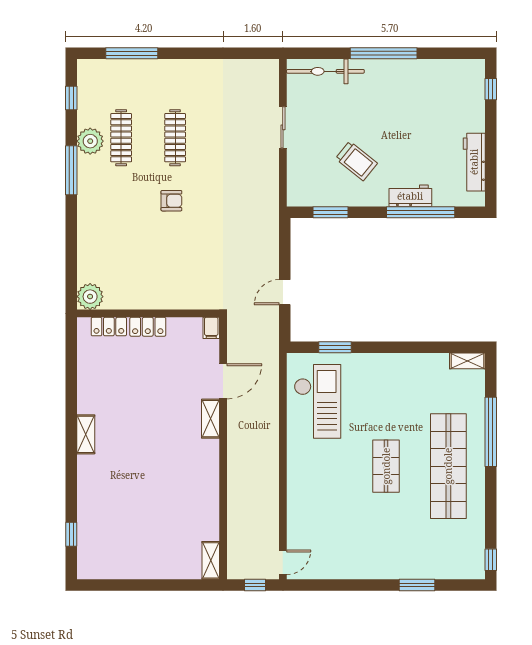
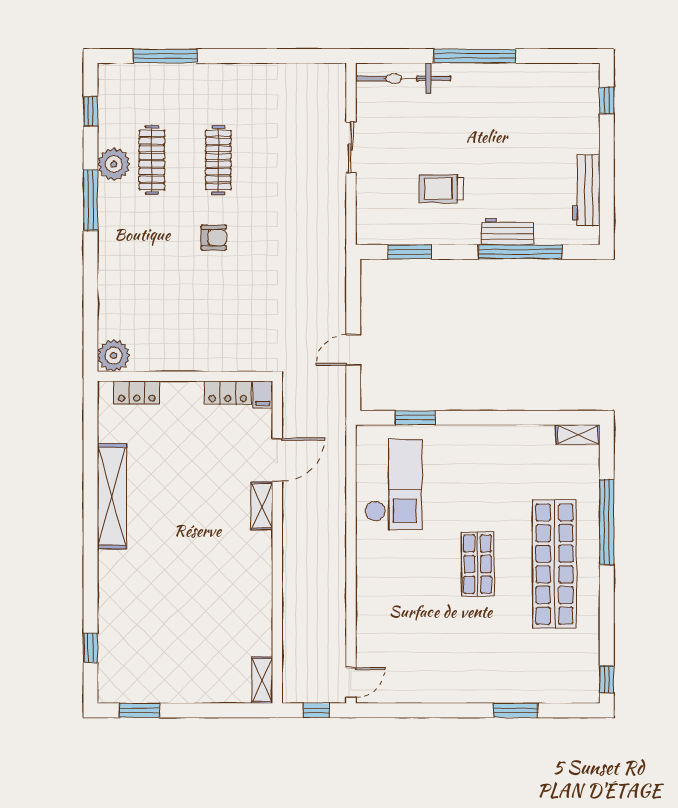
trolley: (356, 161) -> (441, 189), turned 141
locker: (148, 327) -> (228, 393), moved
shelving: (86, 434) -> (112, 496), width x2.20, depth x1.33
window: (111, 585) -> (140, 710), added

